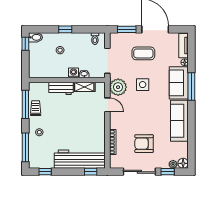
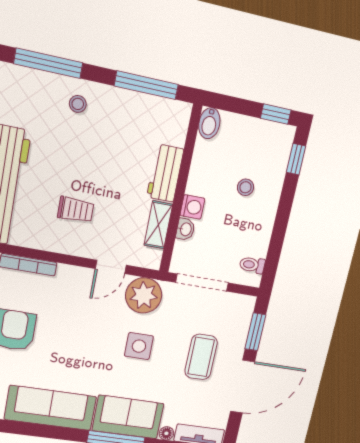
window: (65, 29) -> (296, 159), moved
bidet: (36, 37) -> (209, 123), moved
trolley: (36, 108) -> (76, 210), moved

